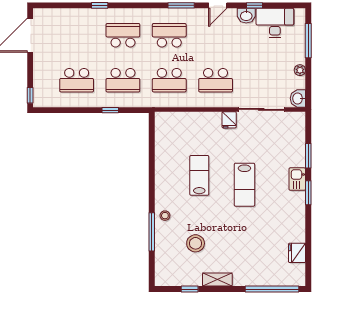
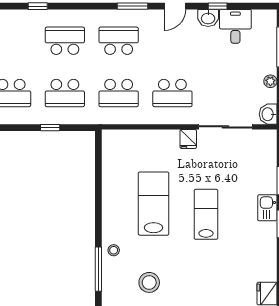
desk: (275, 23) -> (235, 26), width x0.73
lab bench: (199, 175) -> (154, 204), width x1.36, depth x1.39
lab bench: (244, 185) -> (206, 214), turned 180

